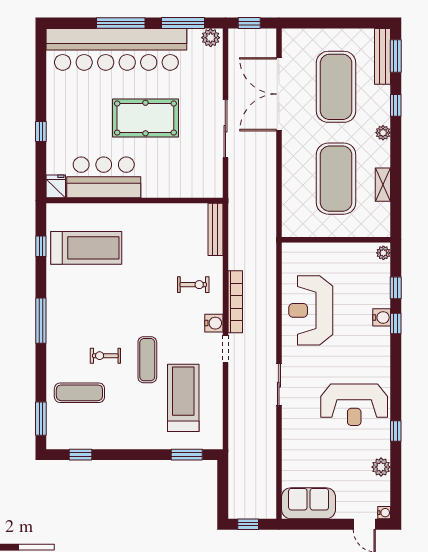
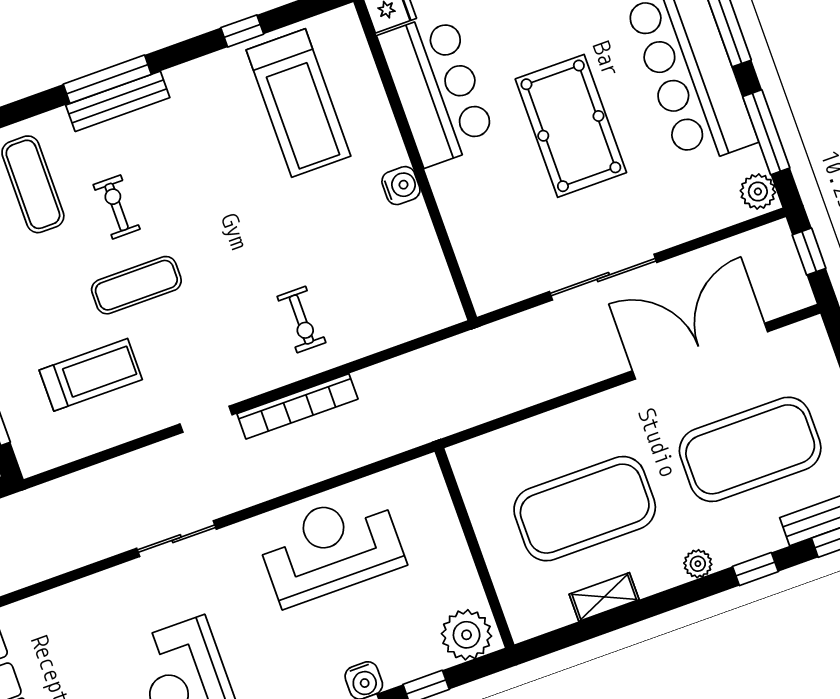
bench: (215, 229) -> (118, 101), moved
window: (41, 246) -> (242, 31), moved
plant: (383, 253) -> (467, 635), width x1.87, depth x1.87
window: (41, 321) -> (107, 79), moved
water cooler: (214, 323) -> (401, 186), moved, turned -90
treadmill: (183, 398) -> (91, 375), width x0.73, depth x0.73

